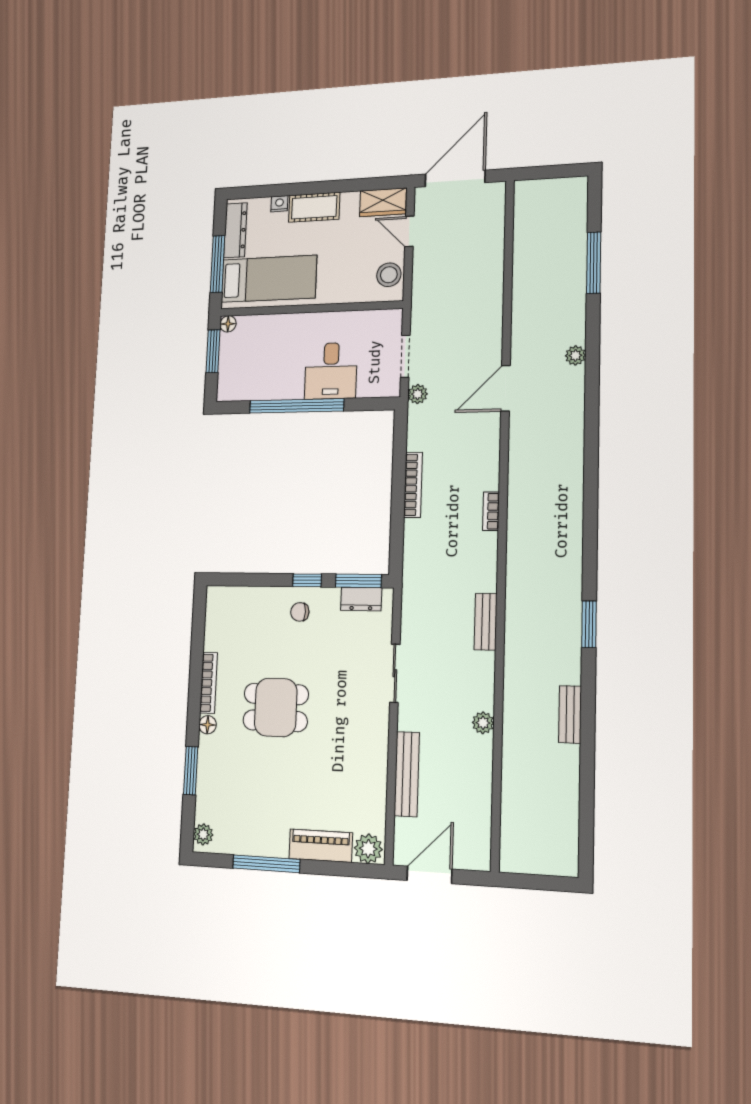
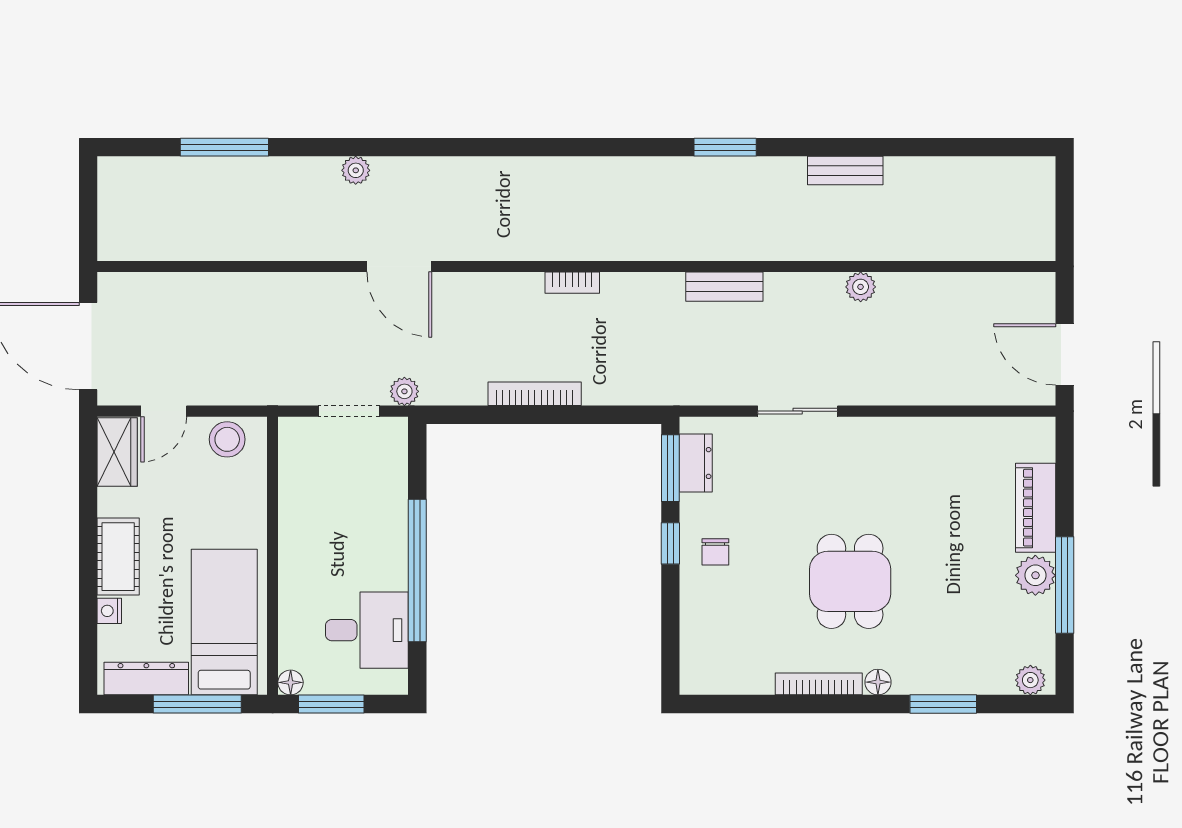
desk: (331, 371) -> (367, 630), moved
bench: (407, 774) -> (933, 390), removed
plant: (368, 849) -> (1035, 575), moved

